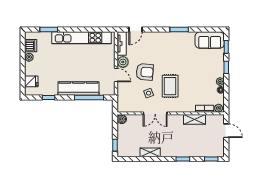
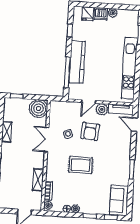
dishwasher: (31, 46) -> (101, 14), moved
rug: (170, 86) -> (81, 165), moved
boiler: (122, 119) -> (39, 109), width x1.86, depth x1.86

